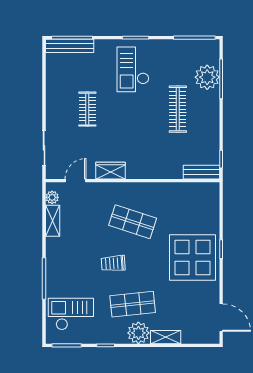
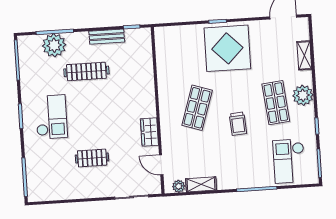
bench: (70, 46) -> (33, 179), removed
checkout: (133, 69) -> (51, 117), turned -90
bench: (202, 172) -> (107, 37), moved, turned 90
shelving: (166, 337) -> (304, 55), moved

